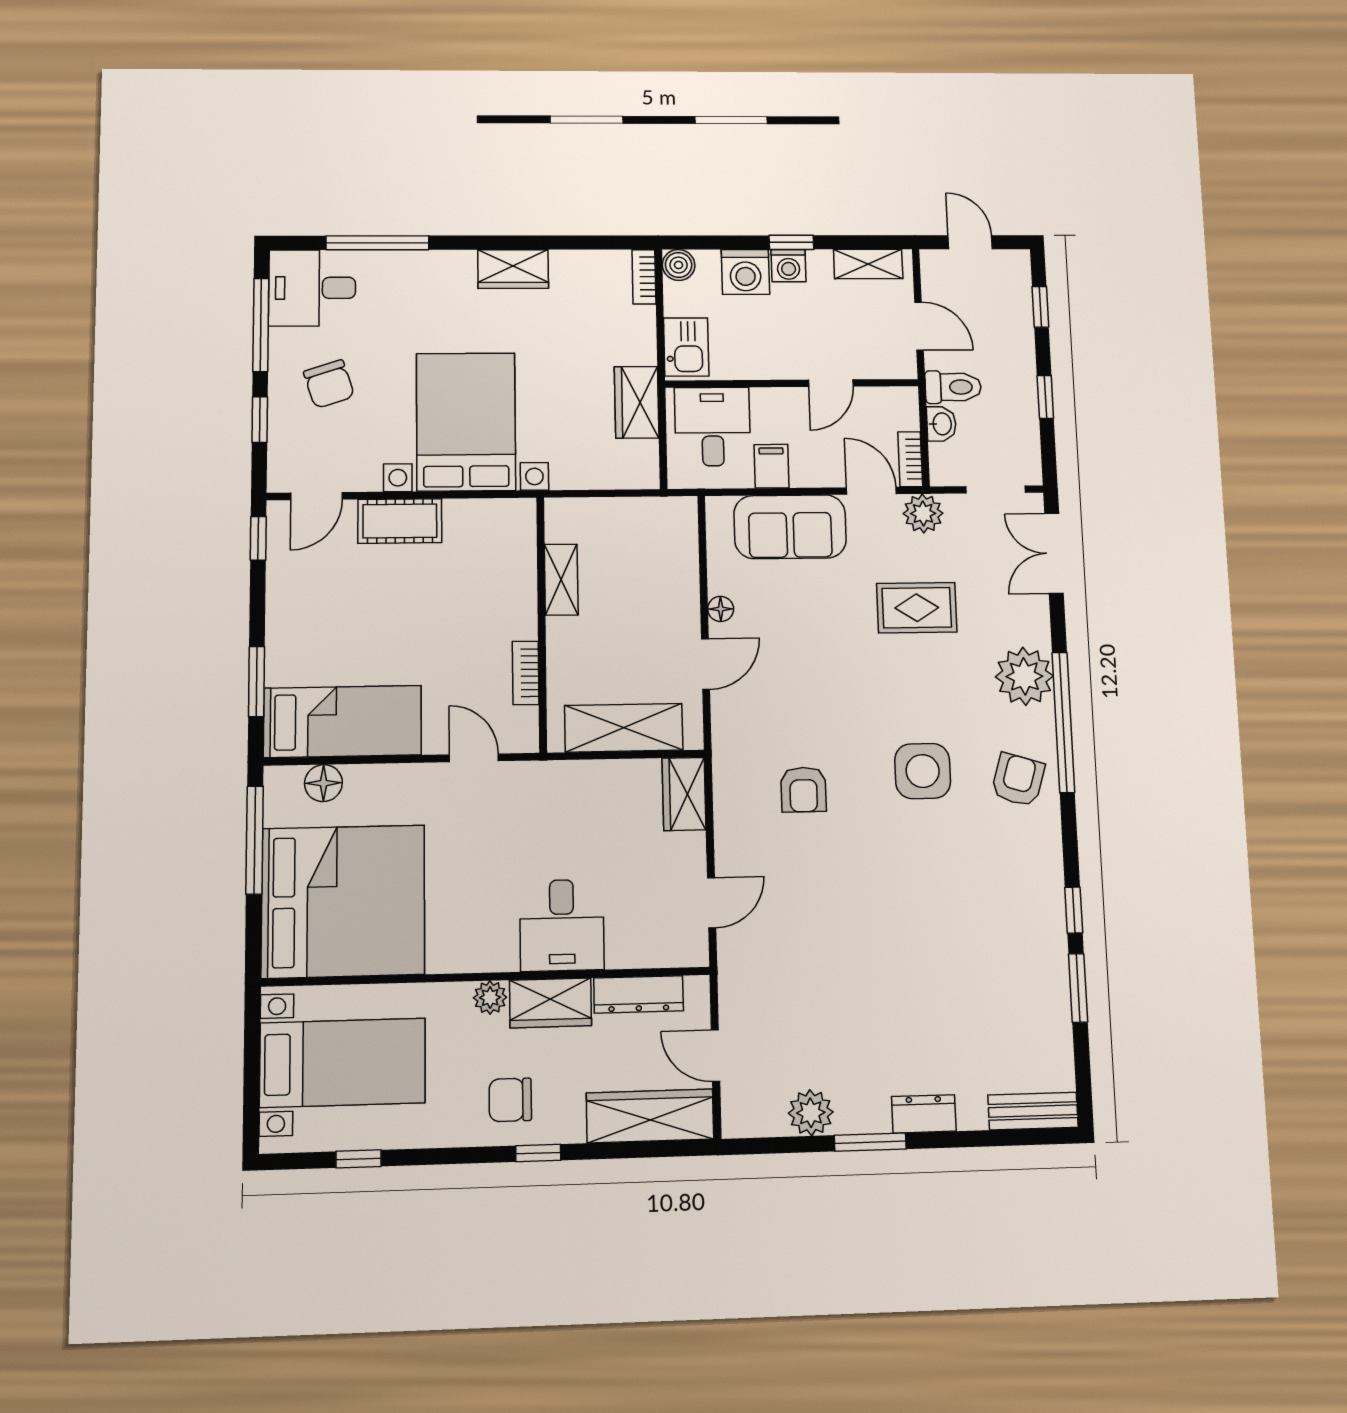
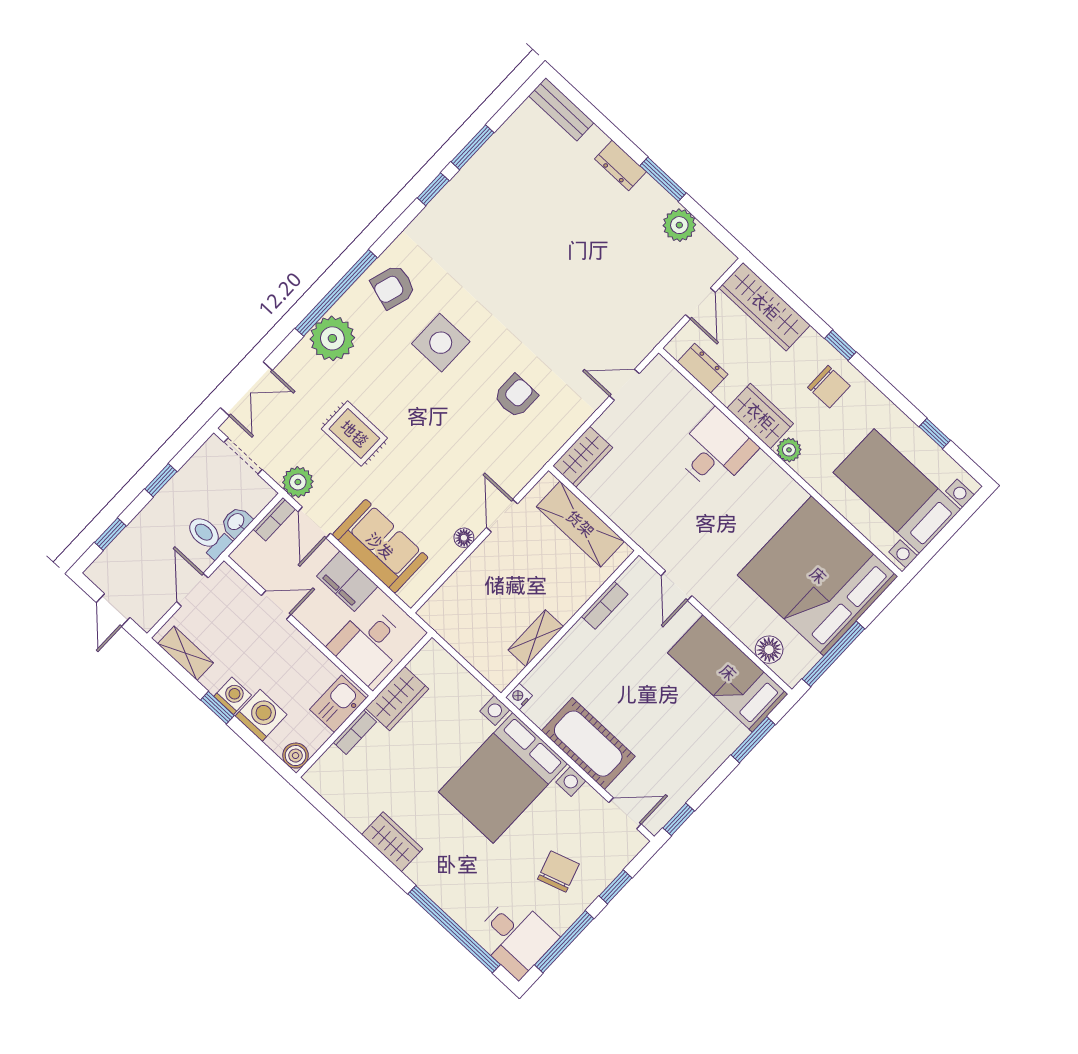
window: (377, 243) -> (454, 929), width x1.46
bookcase: (644, 277) -> (355, 732), moved
filing cabinet: (772, 466) -> (347, 581), width x2.00
nightstand: (524, 510) -> (519, 697), added
cot: (400, 521) -> (588, 744), width x1.37, depth x1.34
door: (705, 664) -> (502, 516), hinge flipped
dresser: (639, 994) -> (703, 368), width x0.70

